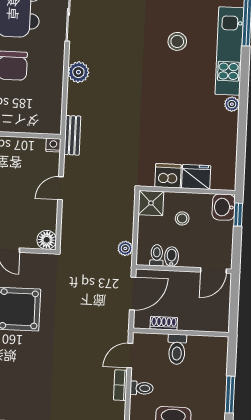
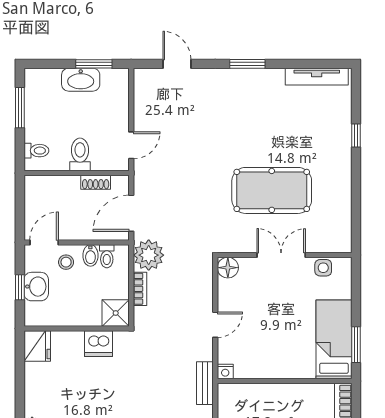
fridge: (196, 177) -> (37, 346), moved, turned -90
washbasin: (224, 207) -> (36, 287), moved
window: (238, 215) -> (20, 287), moved
stool: (182, 218) -> (66, 262), moved
plant: (125, 248) -> (149, 255), width x1.87, depth x1.87
bookcase: (120, 385) -> (140, 289), moved
toilet: (142, 388) -> (36, 151), moved, turned 180

